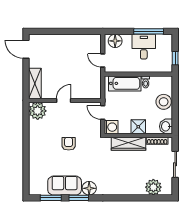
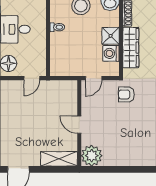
bathtub: (125, 83) -> (59, 52), removed
washing machine: (111, 127) -> (111, 53), moved, turned -90
armchair: (69, 144) -> (126, 94), moved

